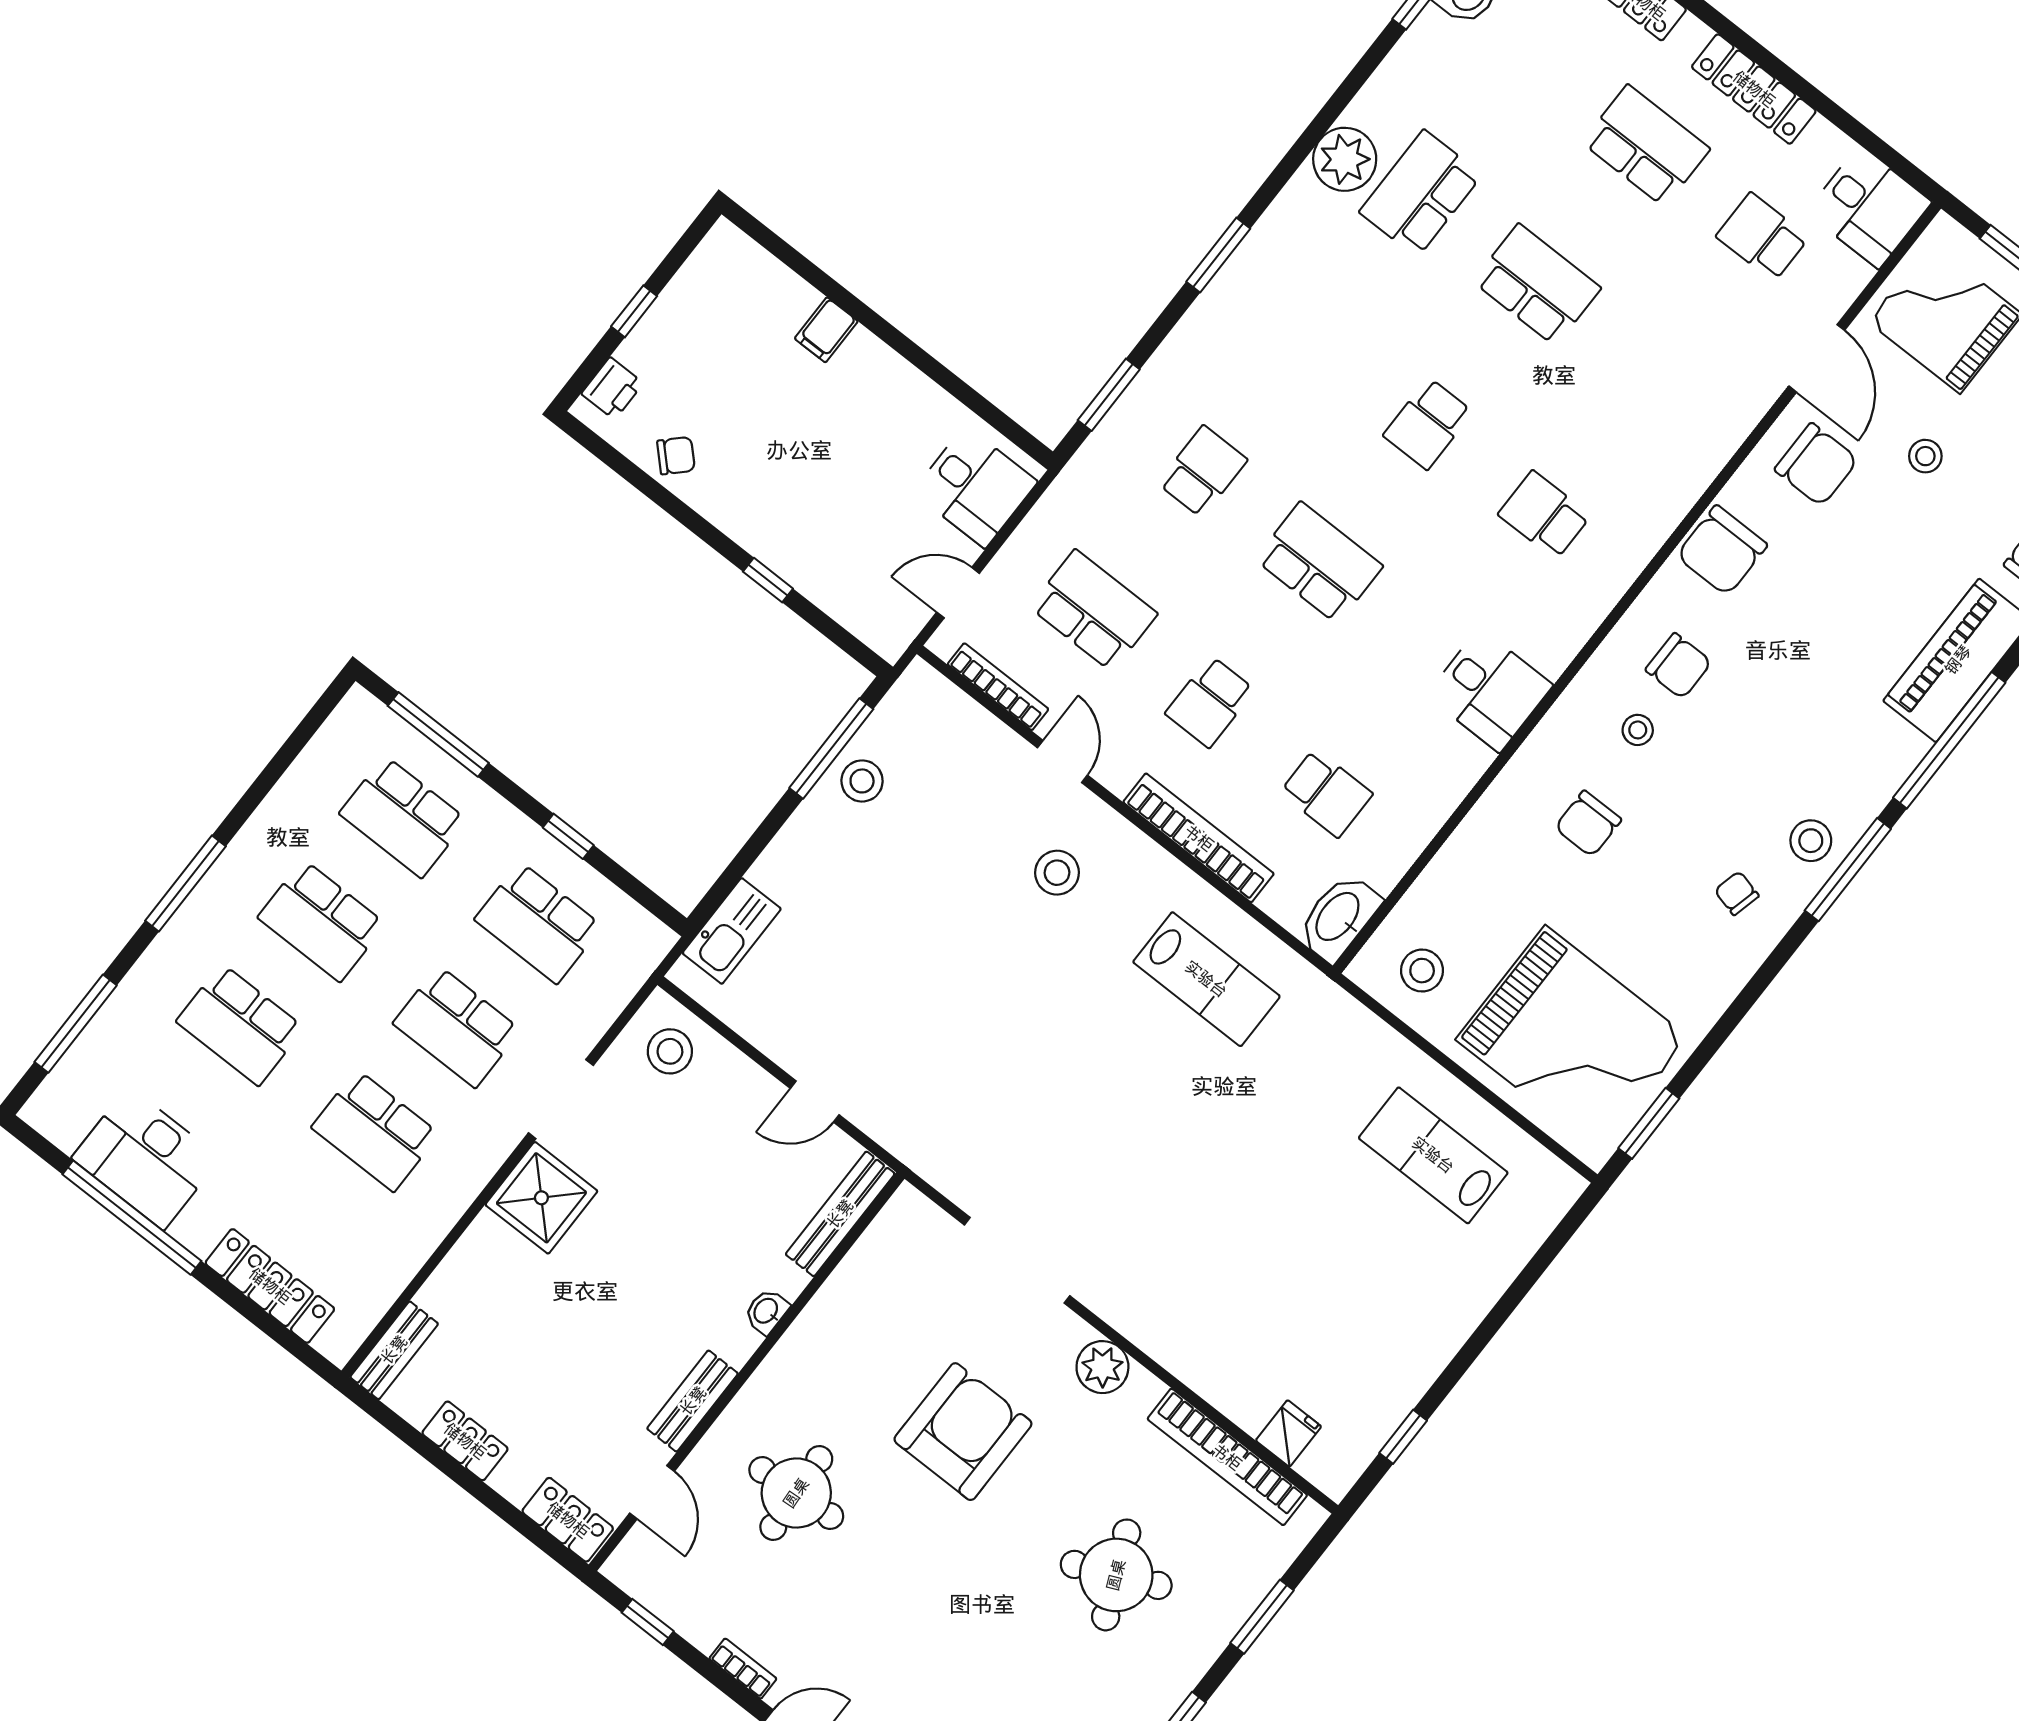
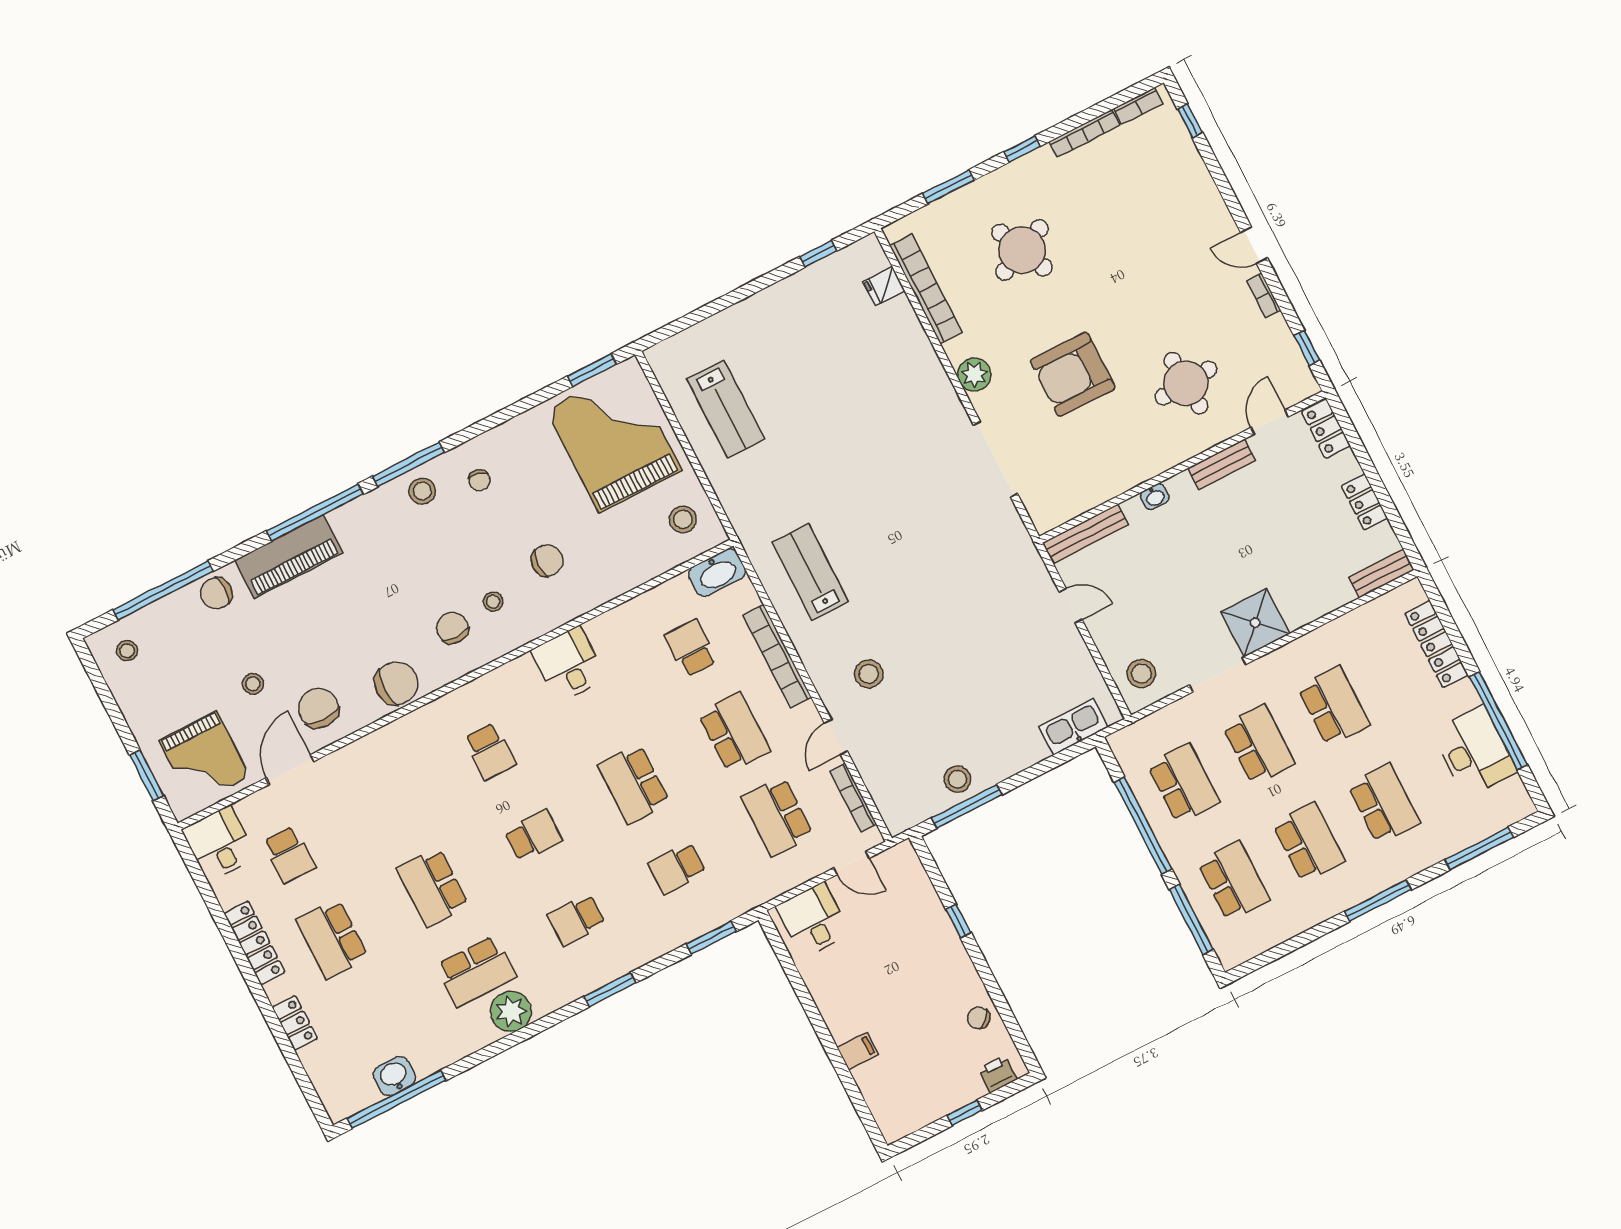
school desk: (1312, 332) -> (576, 920), added
school desk: (1210, 702) -> (734, 732), width x1.85
window: (568, 836) -> (1143, 826), width x3.17

